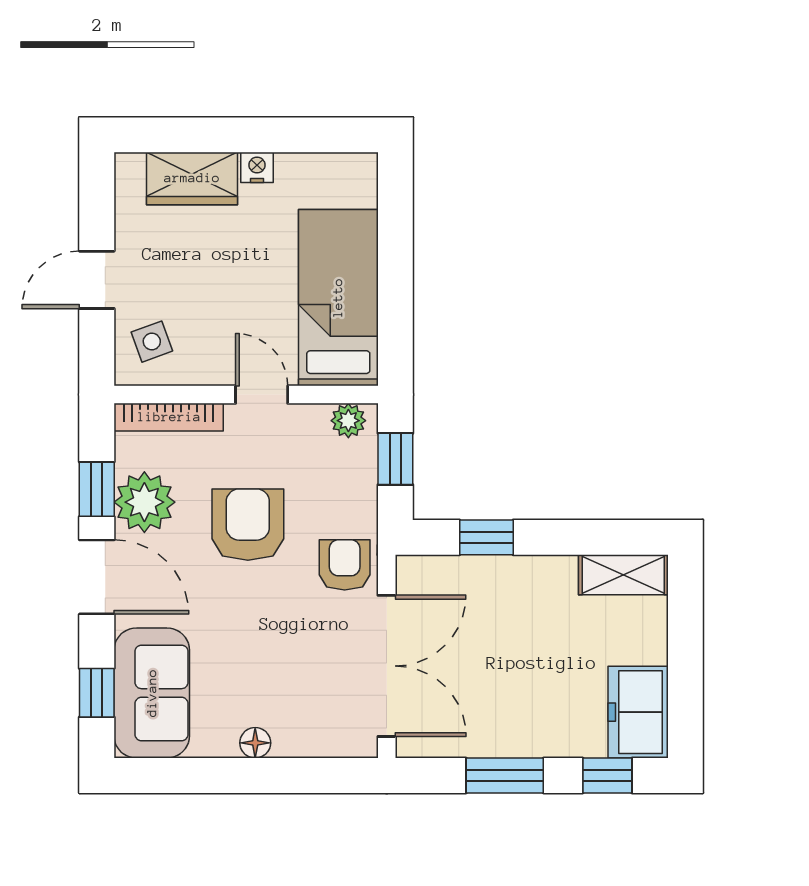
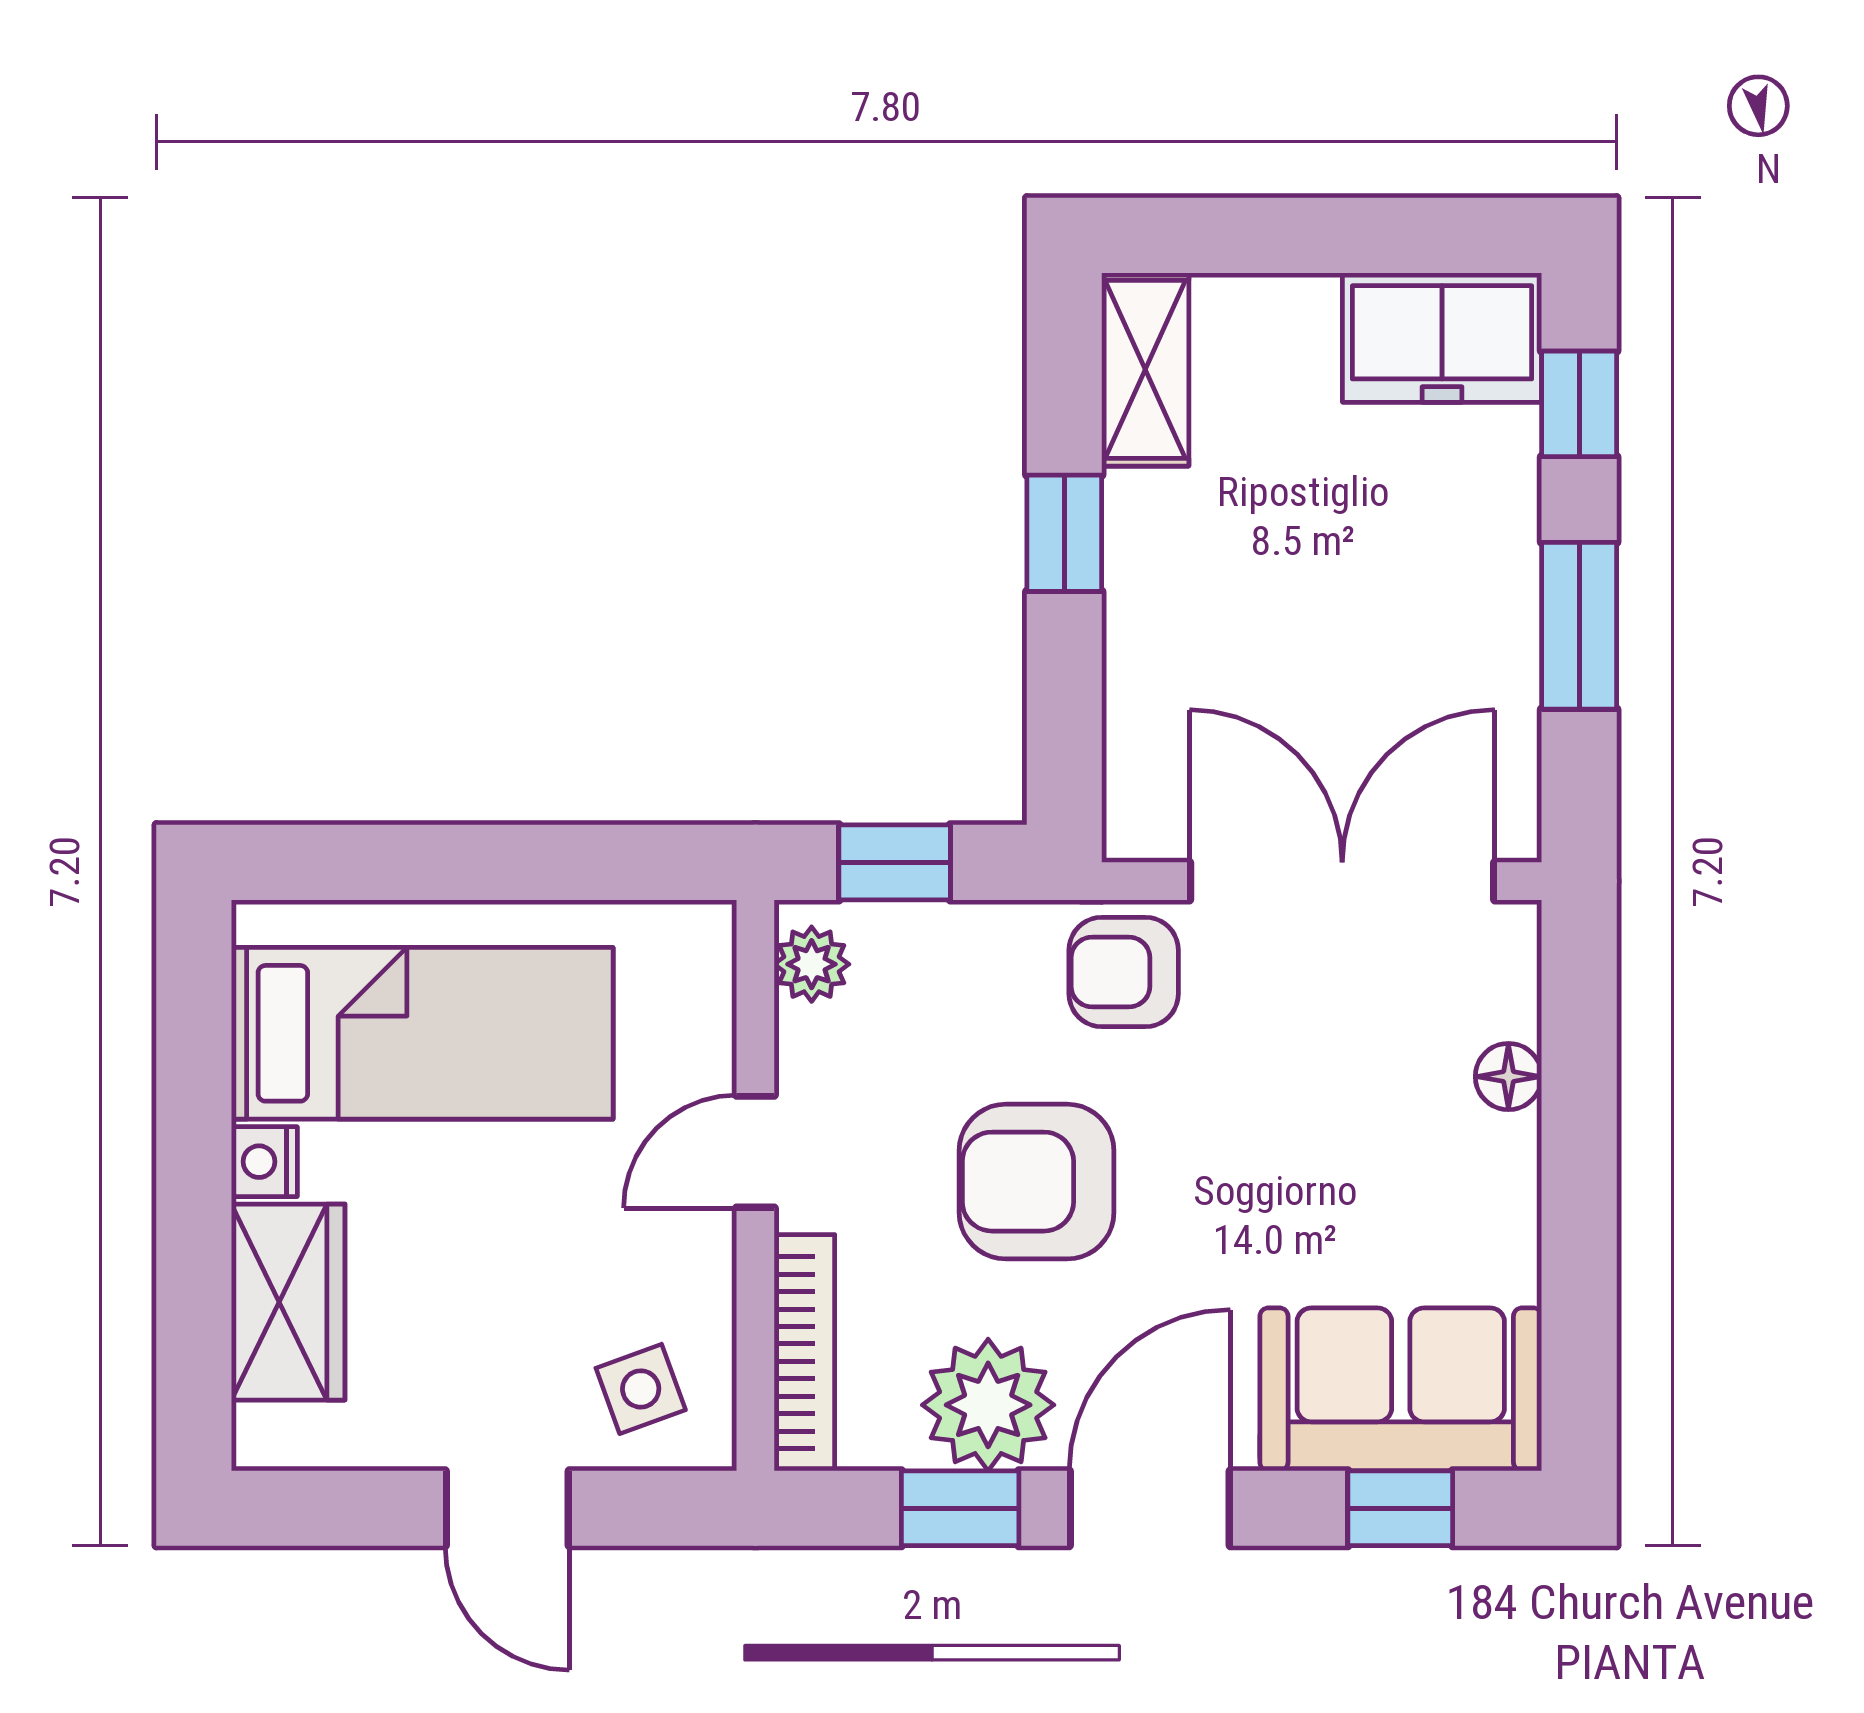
bed: (338, 298) -> (422, 1033), moved, turned 180
window: (486, 537) -> (1064, 533), moved
floor lamp: (255, 743) -> (1508, 1077), moved

